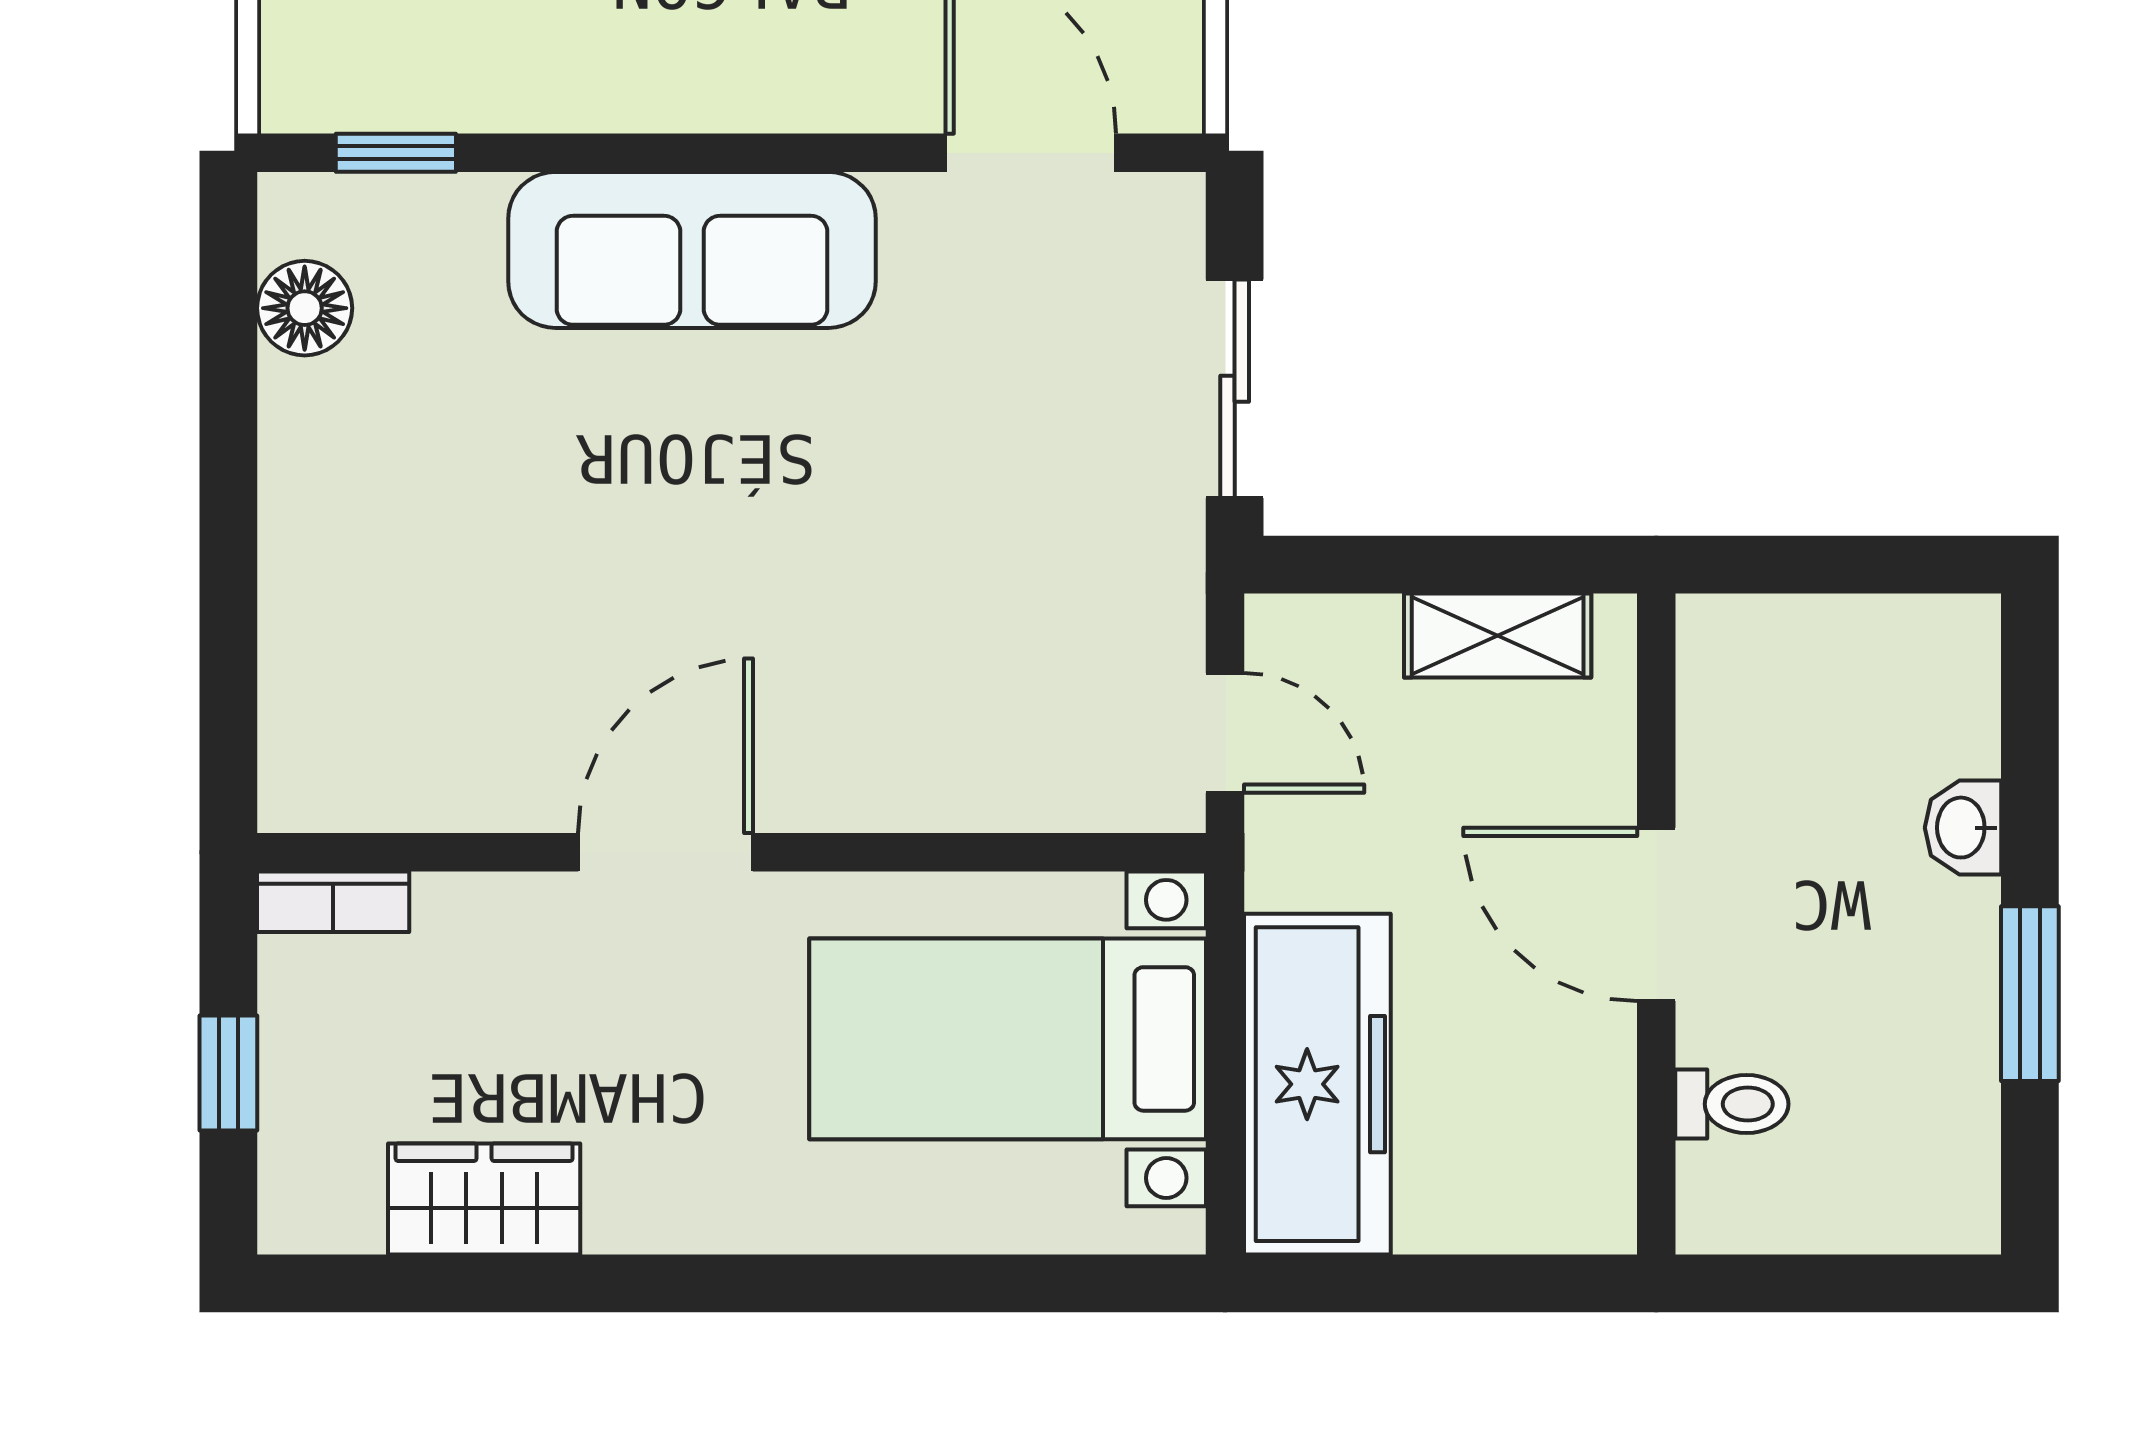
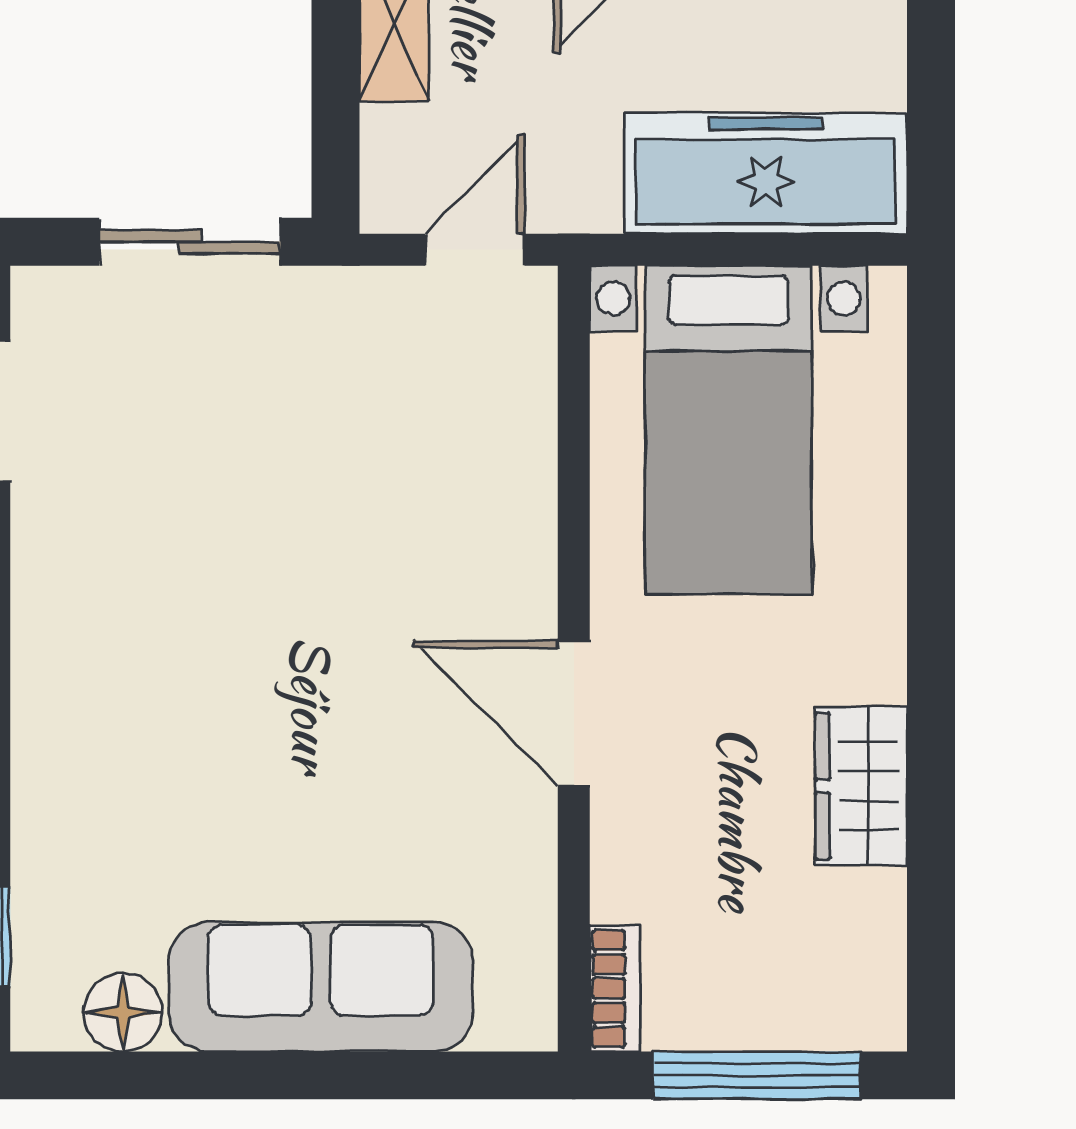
sofa: (692, 250) -> (321, 987), moved, turned -90
window: (228, 1073) -> (757, 1075), width x2.17
wardrobe: (484, 1199) -> (861, 786), moved

